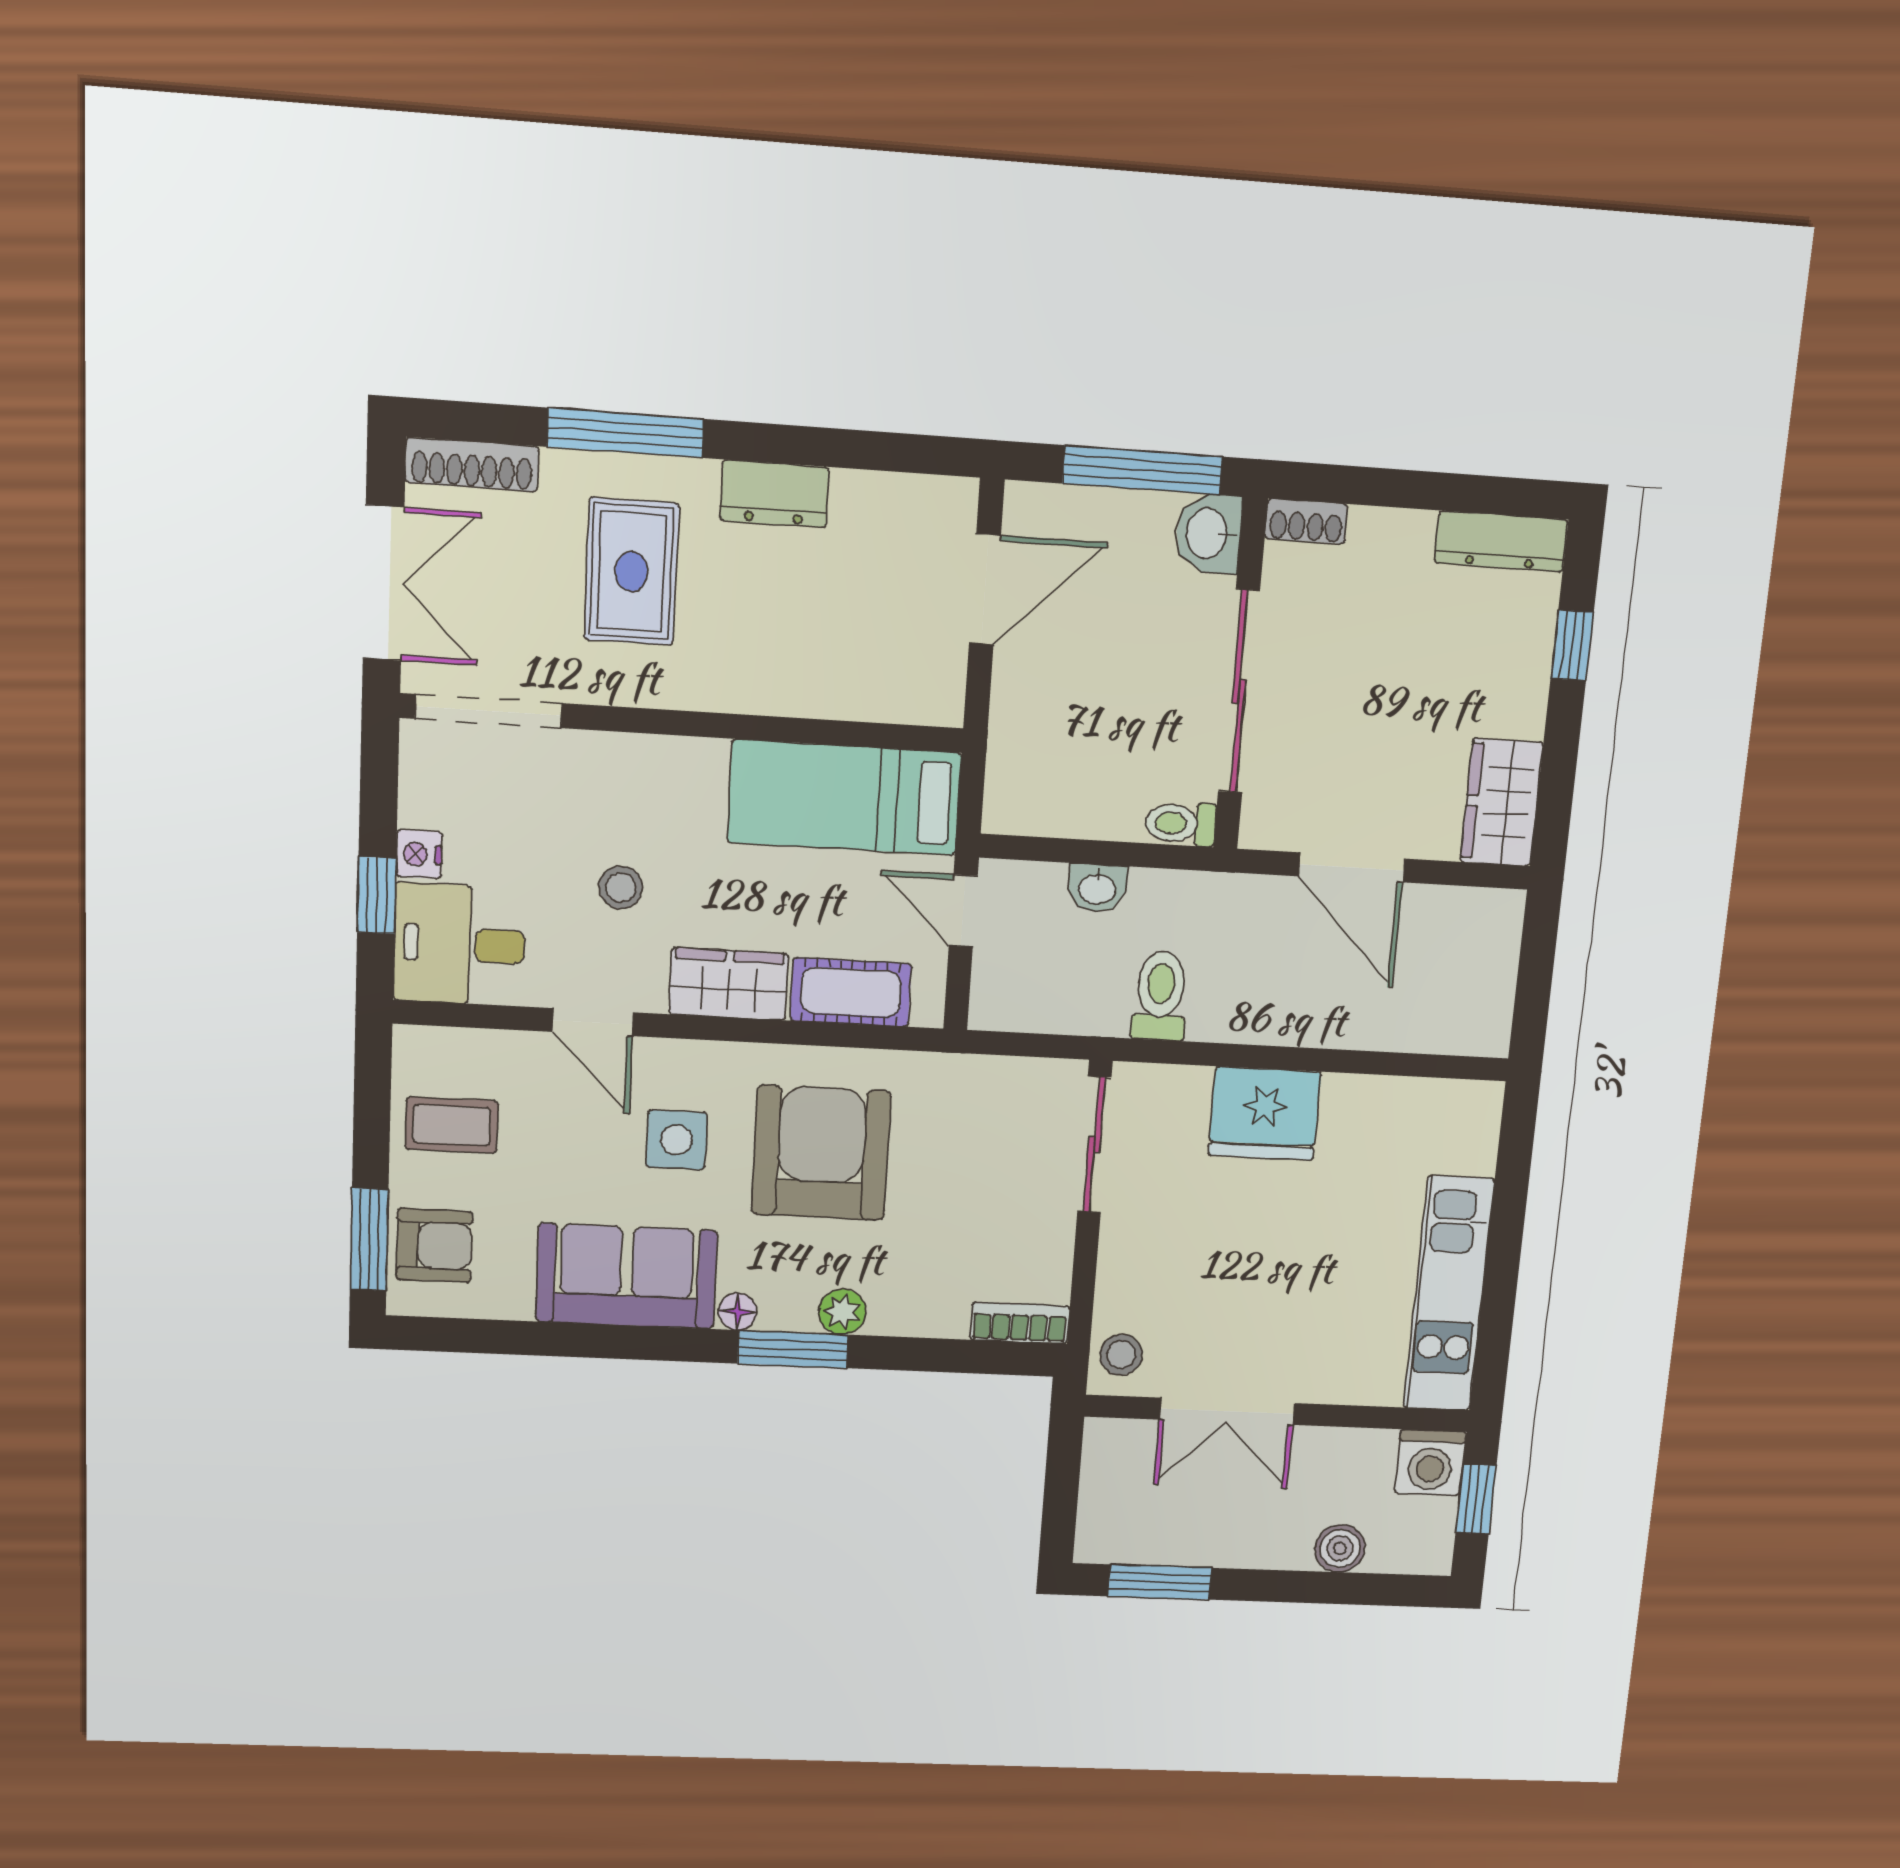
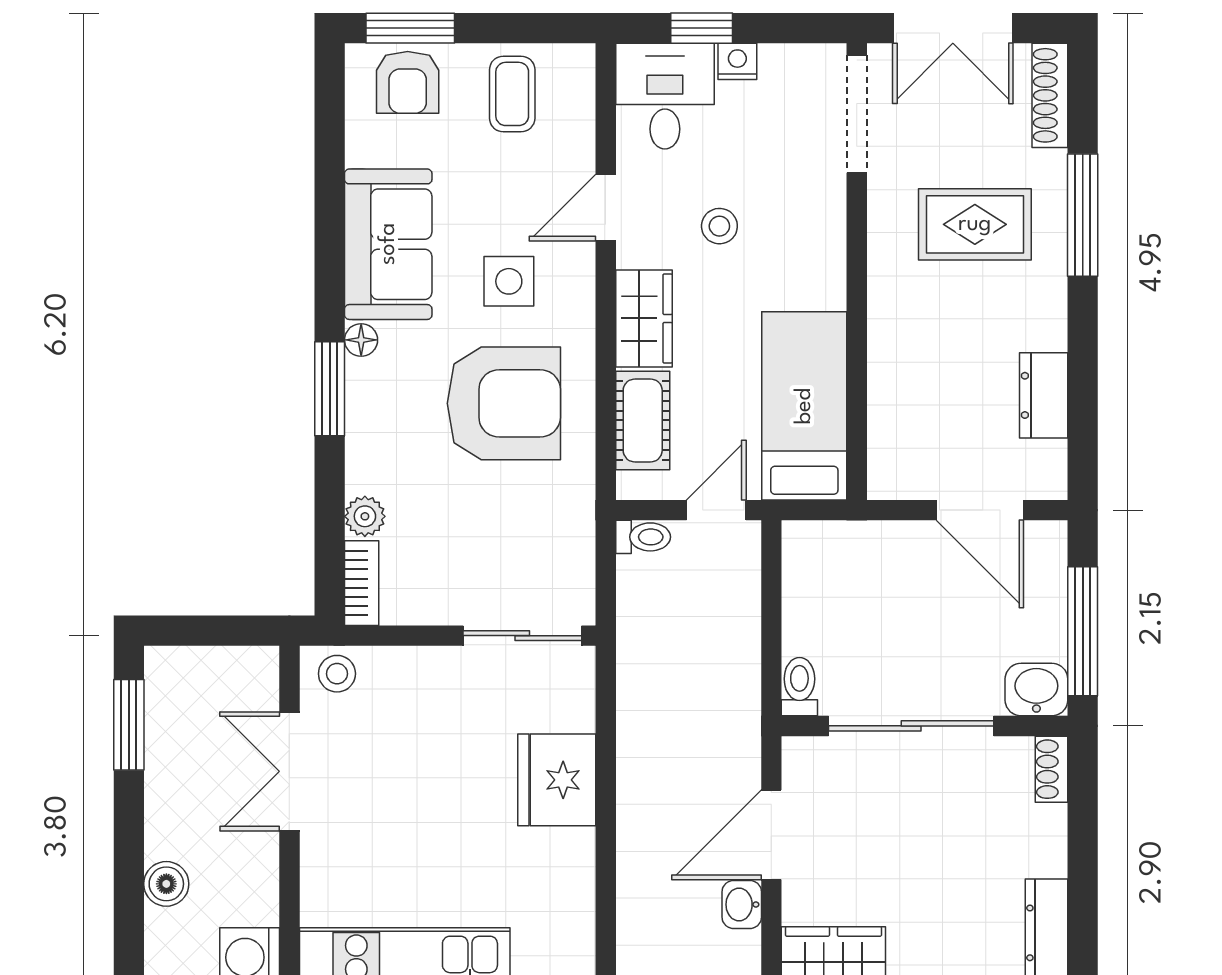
dresser: (774, 494) -> (1044, 395), moved
washbasin: (1097, 888) -> (742, 904), moved
toilet: (1160, 996) -> (643, 537), moved, width x0.73, depth x0.72
plant: (842, 1312) -> (365, 516), moved

